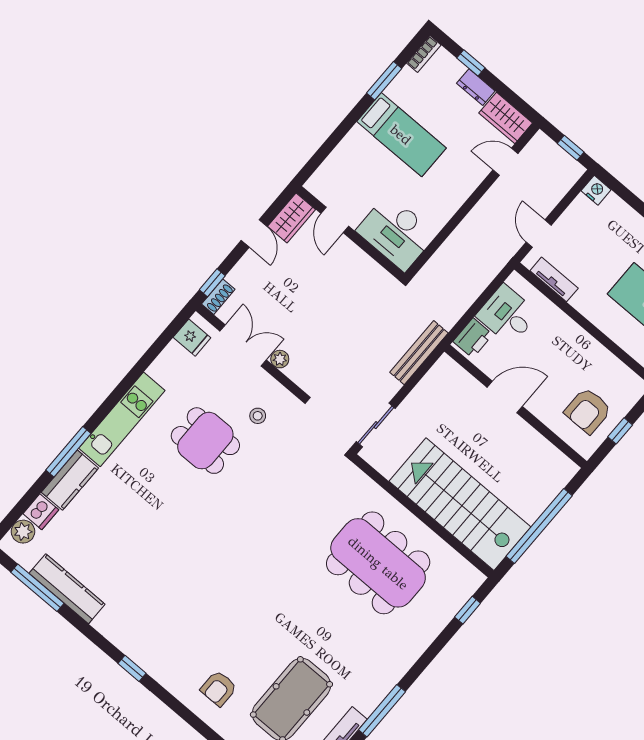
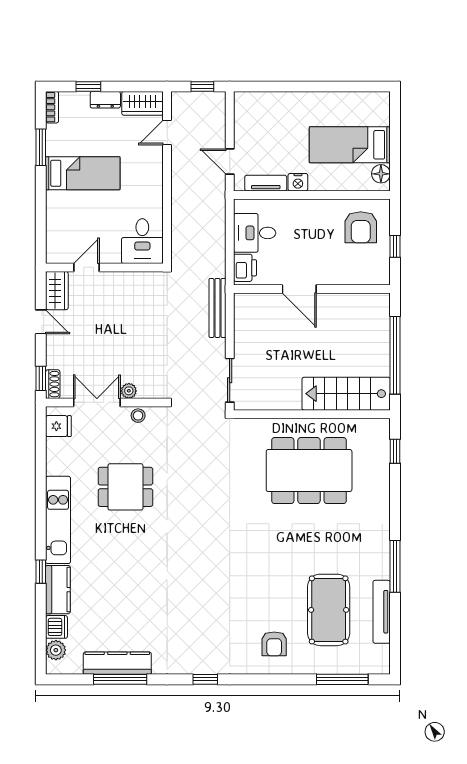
nightstand: (596, 190) -> (298, 182), moved, turned 180
door: (335, 220) -> (87, 267), swing flipped
desk: (396, 232) -> (142, 241), width x0.73
door: (505, 397) -> (299, 289), swing flipped
armchair: (588, 411) -> (361, 227), moved
stool: (258, 416) -> (138, 416), moved
window: (68, 452) -> (41, 572), width x0.46
stairs: (460, 504) -> (346, 394), width x0.73, depth x0.66
window: (37, 588) -> (120, 679), moved

